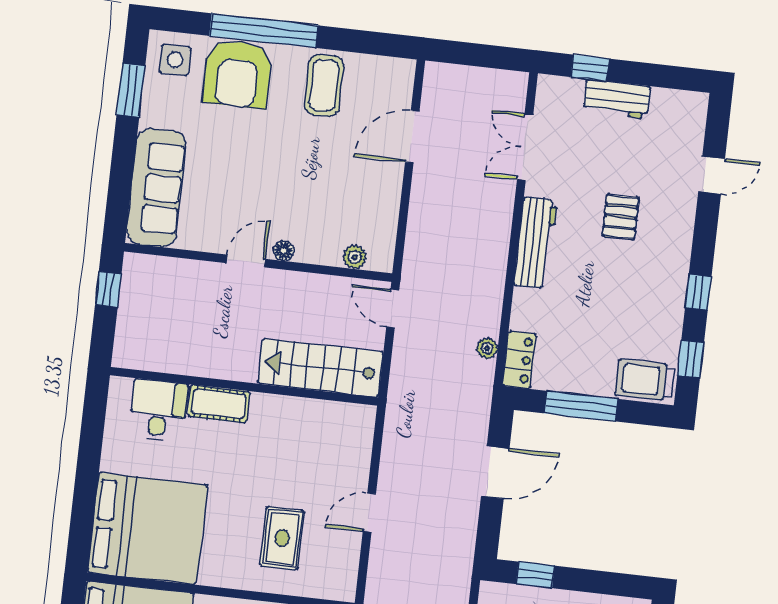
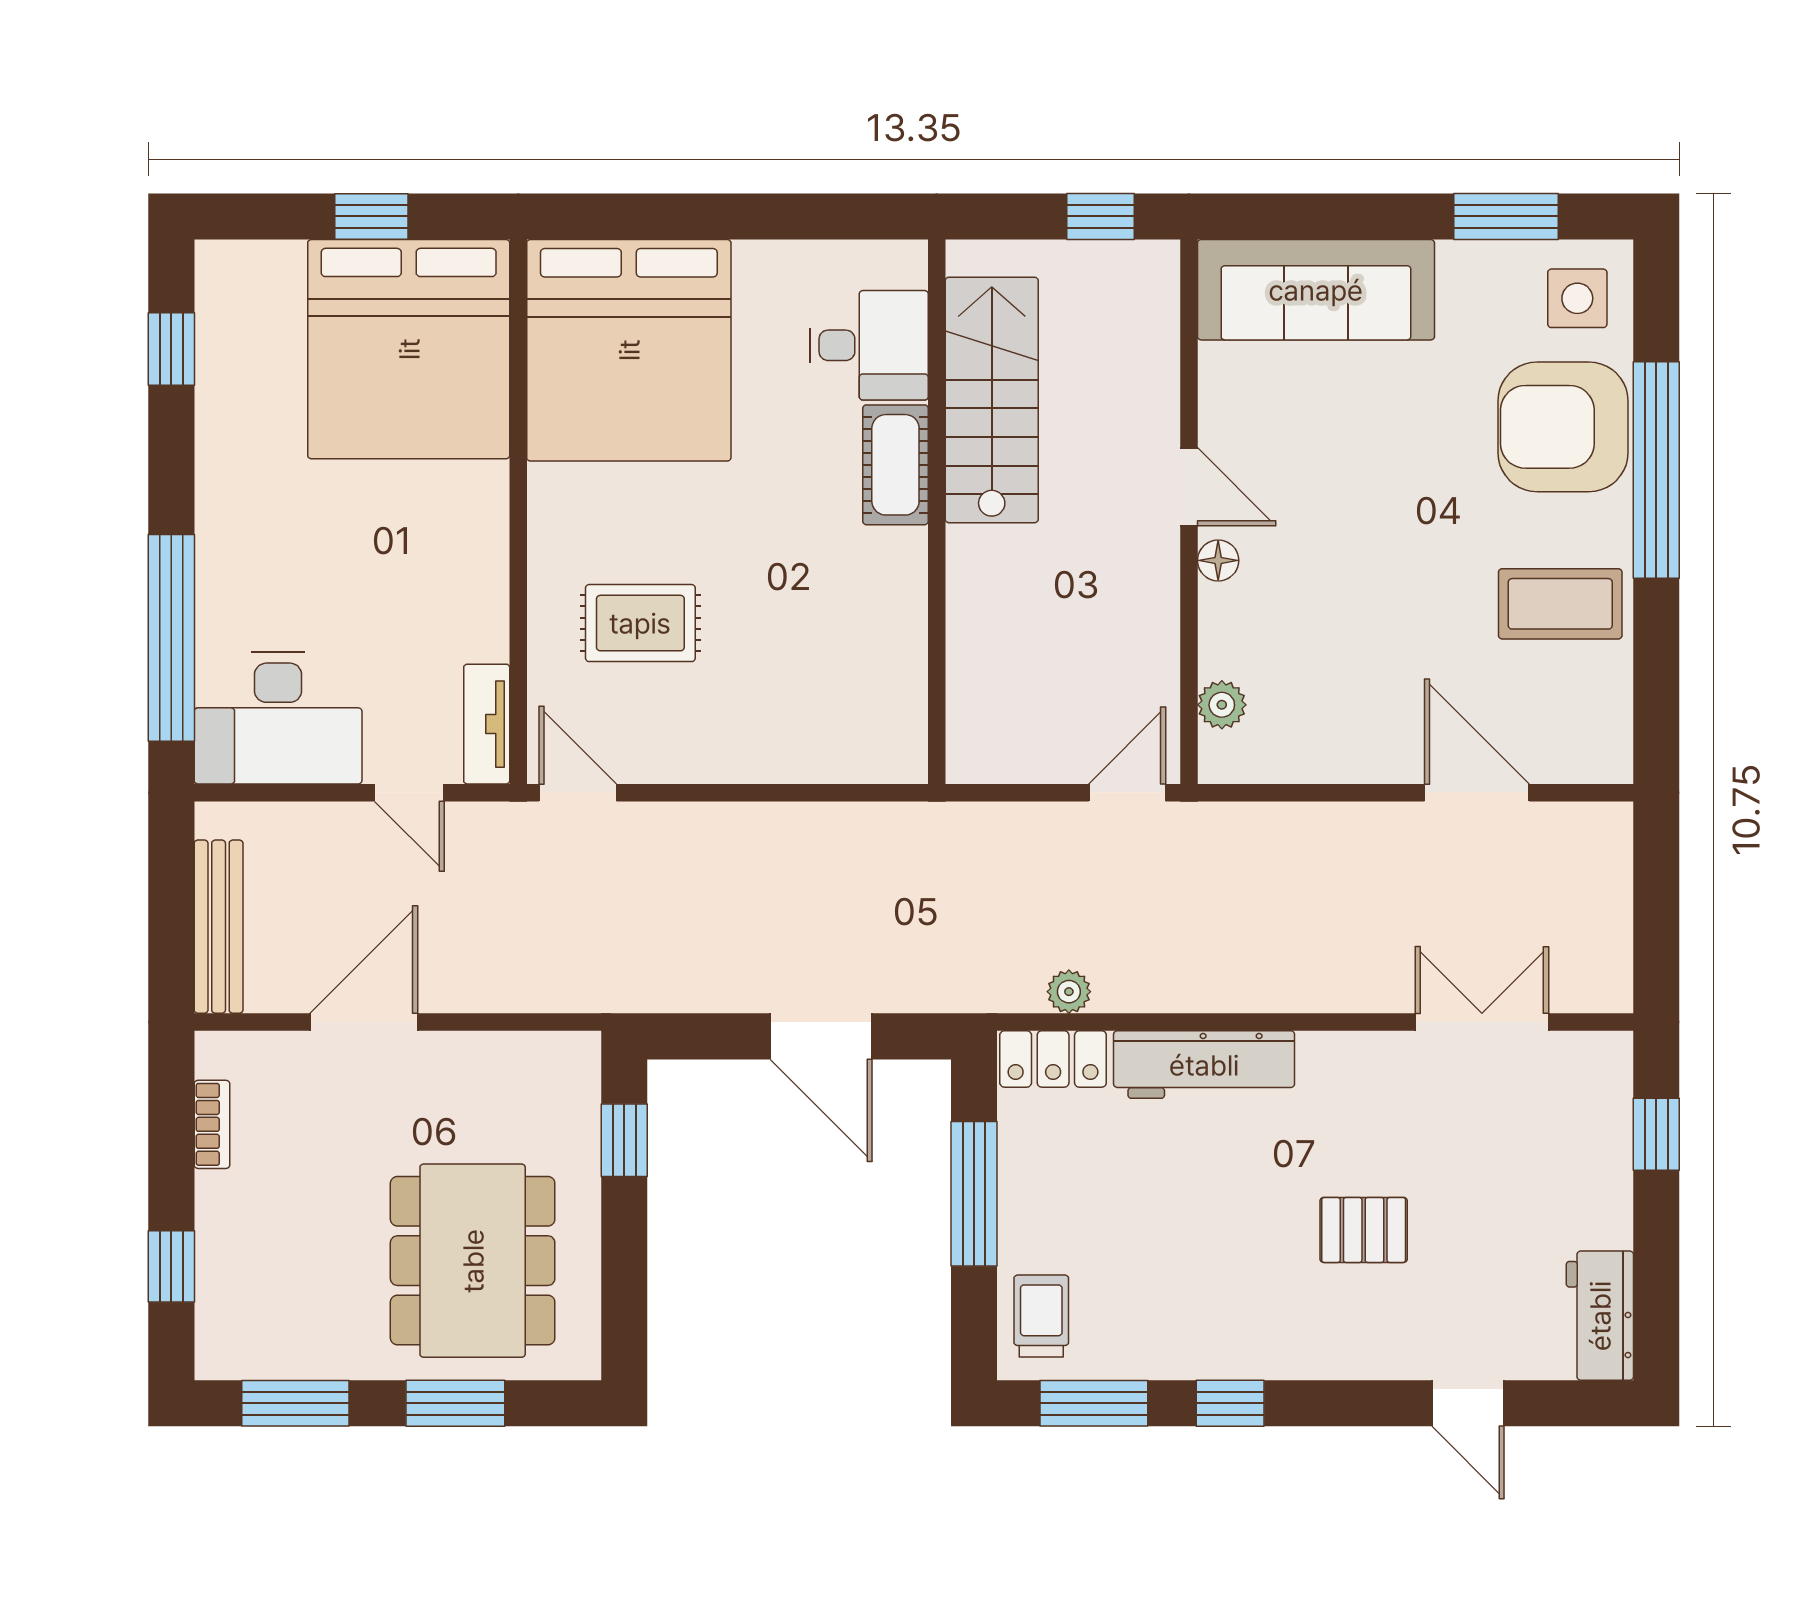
workbench: (617, 99) -> (1600, 1316), moved
workbench: (535, 243) -> (1204, 1065), moved
window: (691, 359) -> (1094, 1403), width x1.50
stairs: (320, 368) -> (992, 400), moved
trolley: (645, 380) -> (1041, 1316), width x0.73, depth x0.72
door: (369, 513) -> (578, 793), moved

